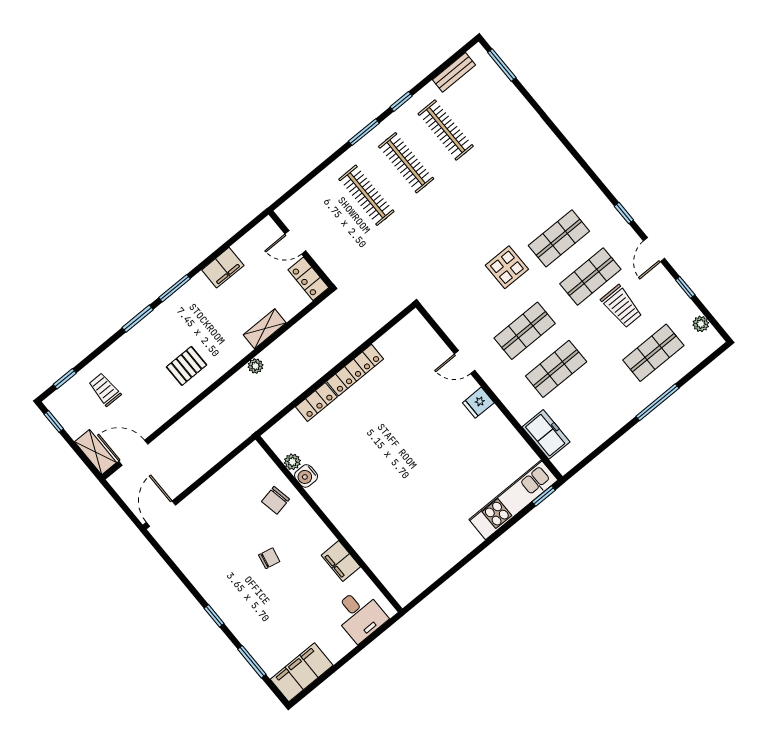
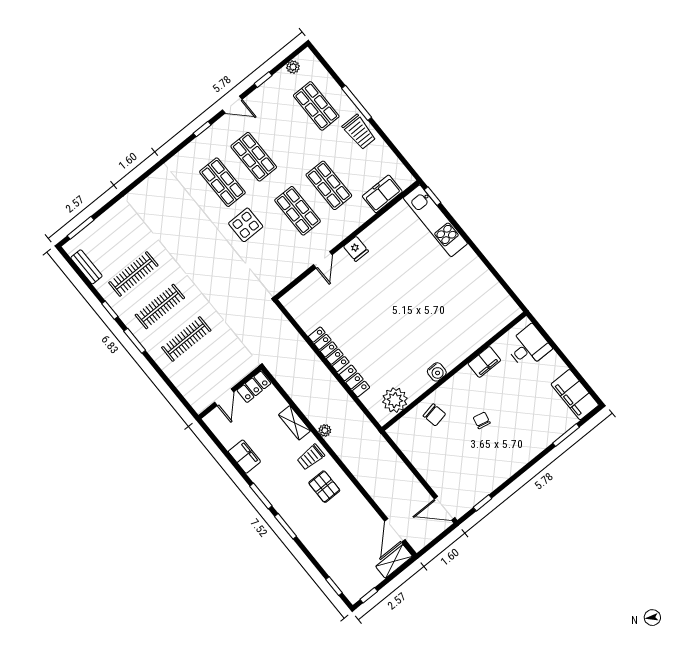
trolley: (622, 306) -> (359, 132), moved, turned 90
trolley: (105, 389) -> (311, 457), moved
plant: (292, 462) -> (395, 400), width x1.87, depth x1.87
water cooler: (306, 476) -> (437, 372), moved
window: (214, 616) -> (483, 503), moved

